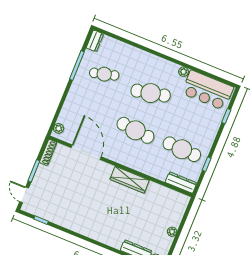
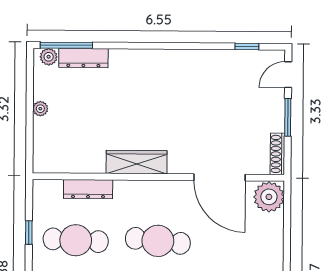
plant: (59, 128) -> (269, 197), width x1.88, depth x1.88
dresser: (181, 183) -> (88, 189), moved
door: (24, 195) -> (288, 75), swing flipped

